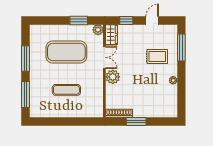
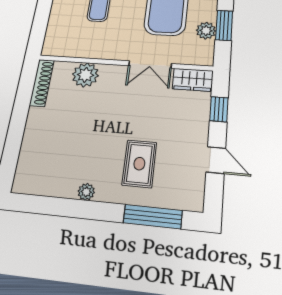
plant: (98, 30) -> (206, 31), moved
plant: (113, 77) -> (85, 75), moved
window: (136, 121) -> (20, 112), removed

